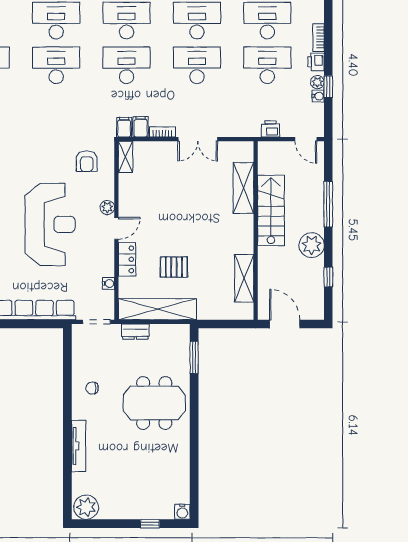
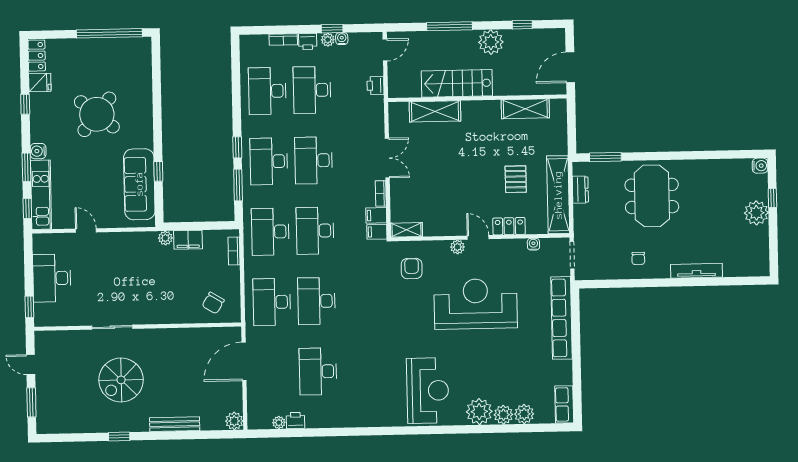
armchair: (87, 161) -> (412, 269), turned -90
dresser: (135, 332) -> (580, 190), moved
plant: (86, 507) -> (756, 213), moved

